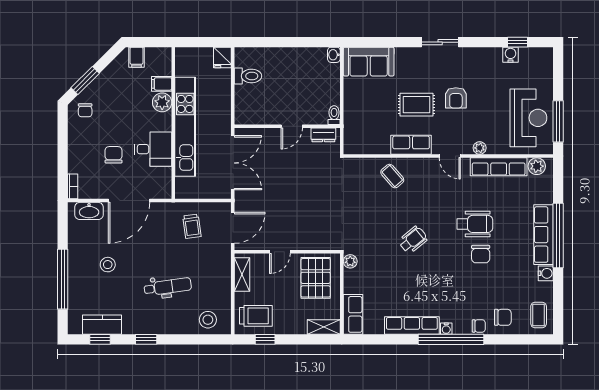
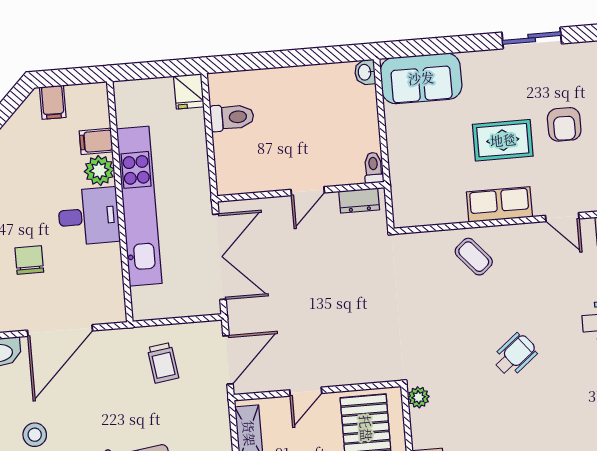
desk: (153, 149) -> (89, 216), moved

